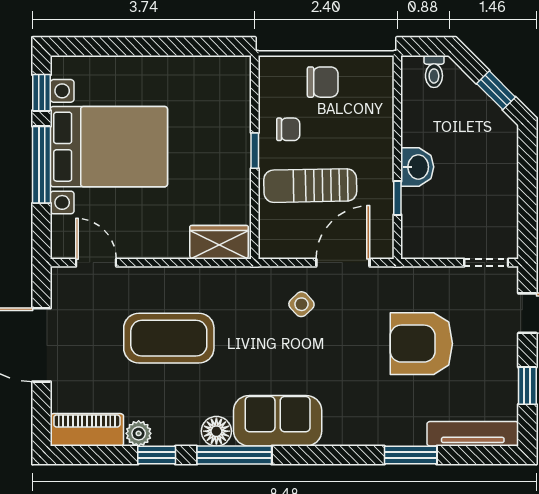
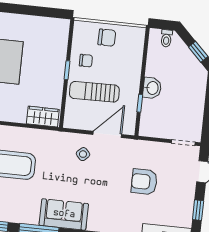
armchair: (421, 344) -> (144, 182), width x0.73, depth x0.73
floor lamp: (216, 431) -> (31, 217), removed

